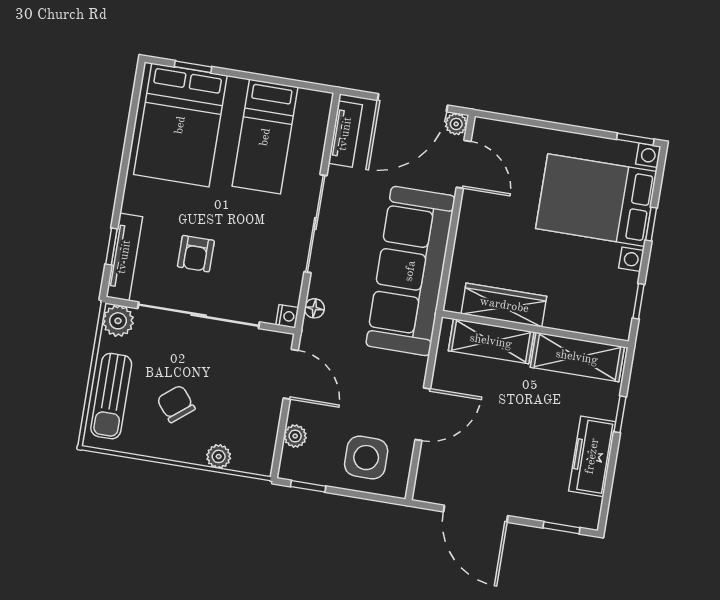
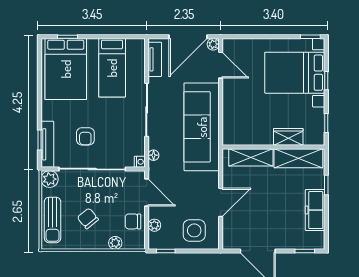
wardrobe: (504, 305) -> (288, 137), moved, width x0.67
chair: (257, 423) -> (133, 221), added

